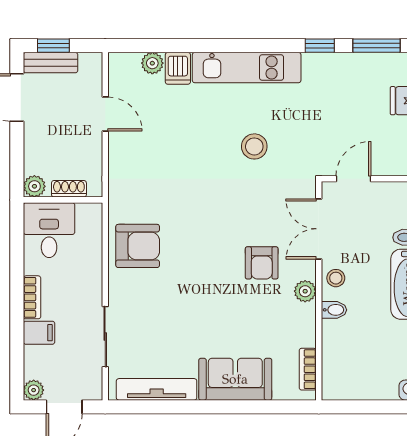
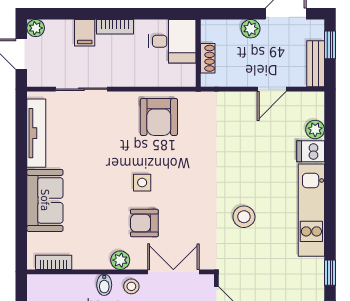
bench: (51, 63) -> (316, 64), moved
plant: (34, 186) -> (251, 29), moved
side table: (214, 266) -> (142, 183), added

